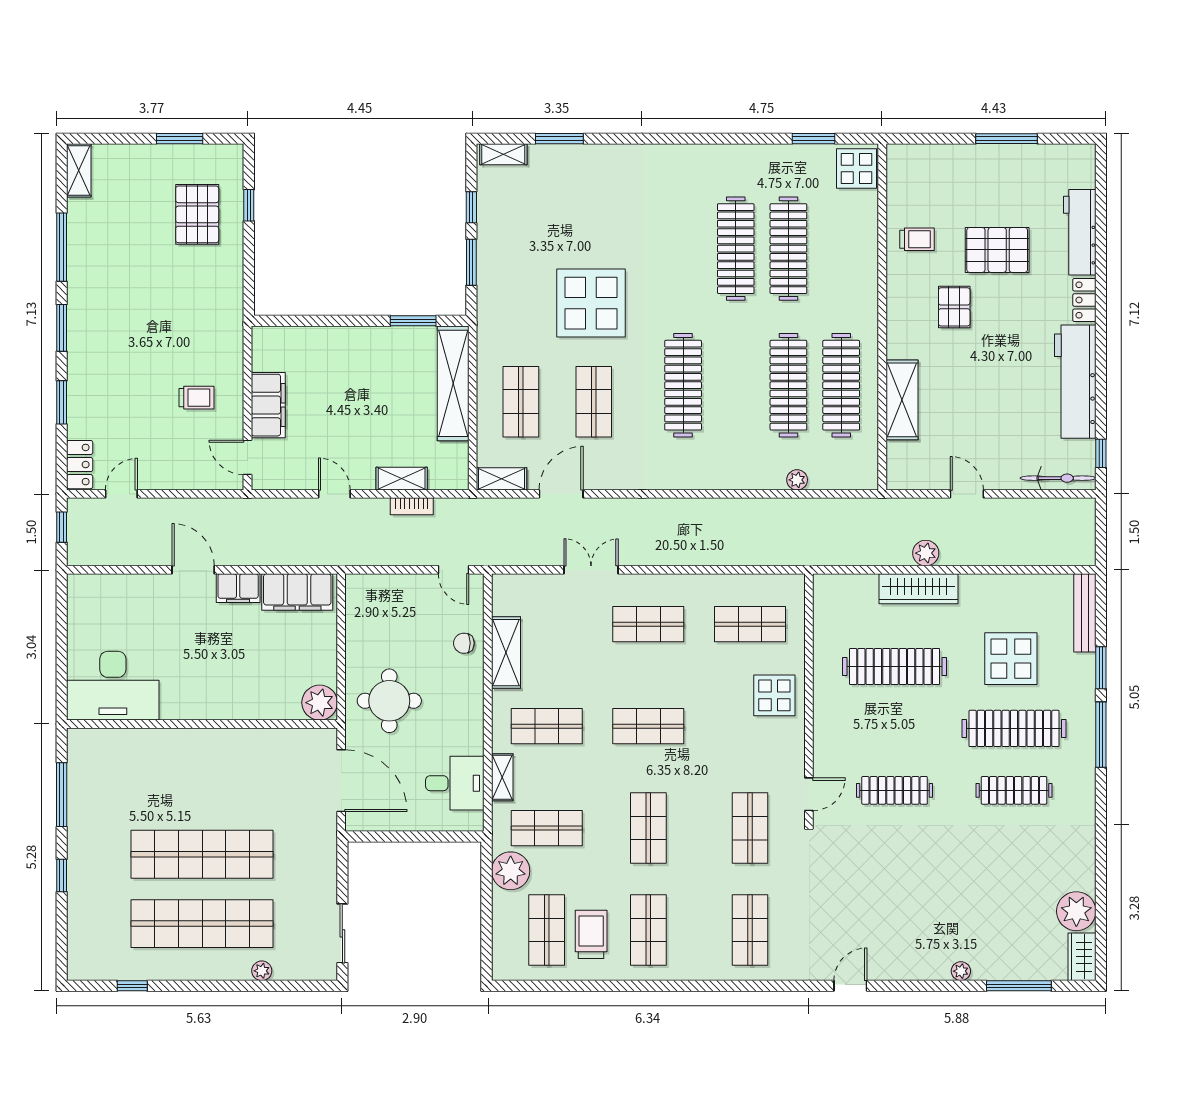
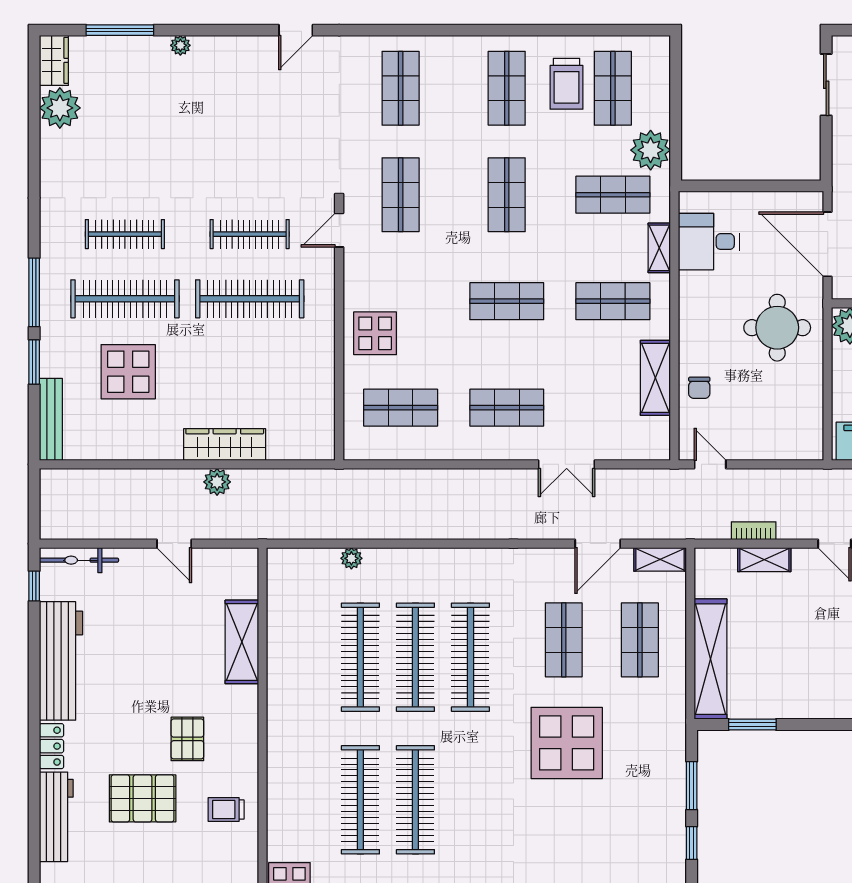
clothes rail: (841, 385) -> (415, 657), moved
chair: (464, 643) -> (699, 388), turned 90
clothes rail: (895, 666) -> (250, 299), moved

